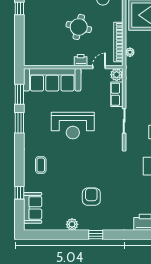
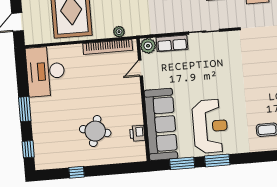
round table: (79, 27) -> (95, 131), moved
printer: (81, 60) -> (137, 133), moved
door: (99, 67) -> (140, 68), hinge flipped
reception desk: (73, 126) -> (210, 126), moved

